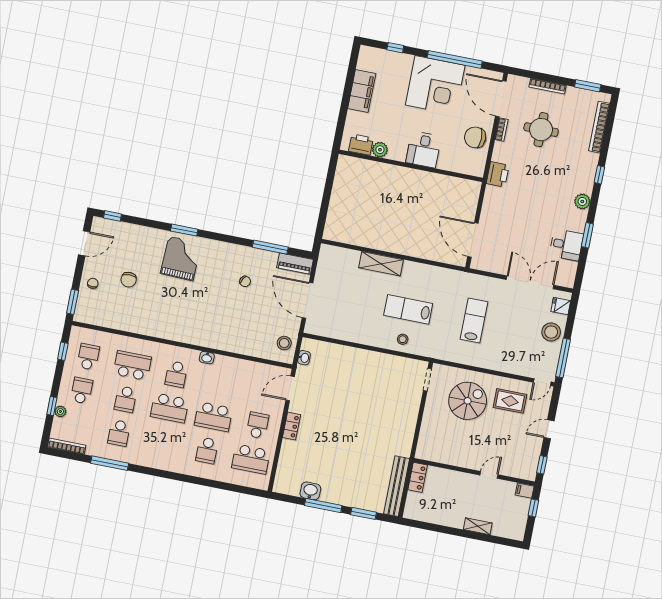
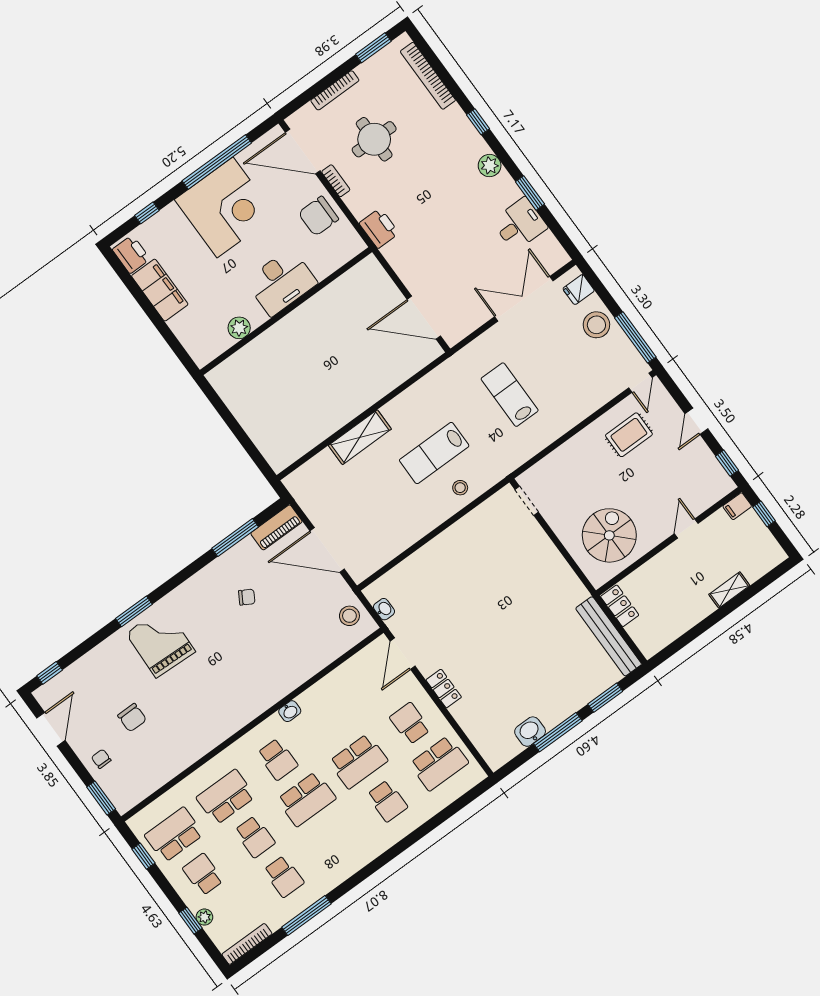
printer: (361, 145) -> (131, 254), moved, turned 90
desk: (424, 150) -> (281, 282), width x1.37
school desk: (88, 357) -> (174, 835), width x1.85
spiral stairs: (468, 401) -> (609, 535), moved

